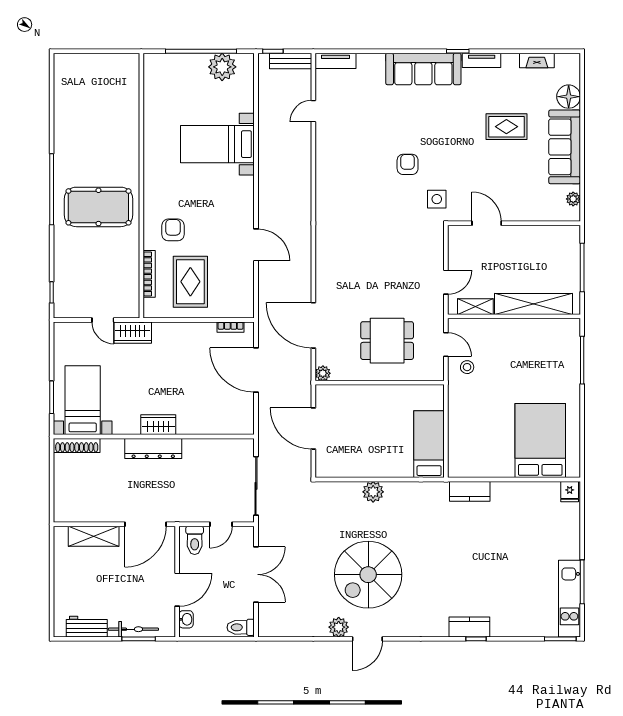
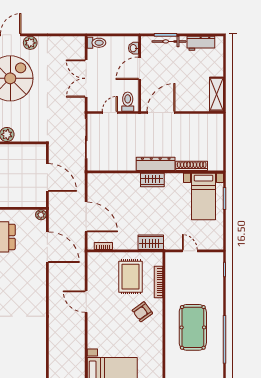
pool table: (98, 207) -> (193, 327), turned 90
armchair: (173, 230) -> (142, 312), turned 54
wardrobe: (133, 333) -> (151, 242), moved
shoe rack: (77, 445) -> (192, 166), moved
shelving: (94, 536) -> (216, 94), moved, turned 90

